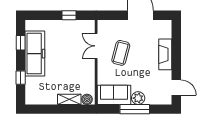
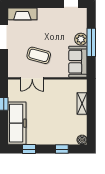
freezer: (35, 54) -> (17, 123), moved, turned 90
fireplace: (165, 54) -> (22, 14), moved
boiler: (87, 99) -> (82, 140), moved

